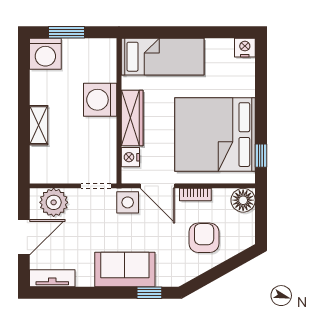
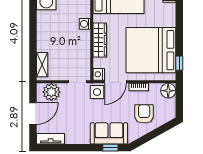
washing machine: (100, 100) -> (85, 24), width x0.53, depth x0.53
shelving: (39, 125) -> (42, 65), moved
nightstand: (130, 157) -> (99, 74), moved
door: (157, 186) -> (115, 82), hinge flipped
sofa: (125, 270) -> (109, 133), moved

